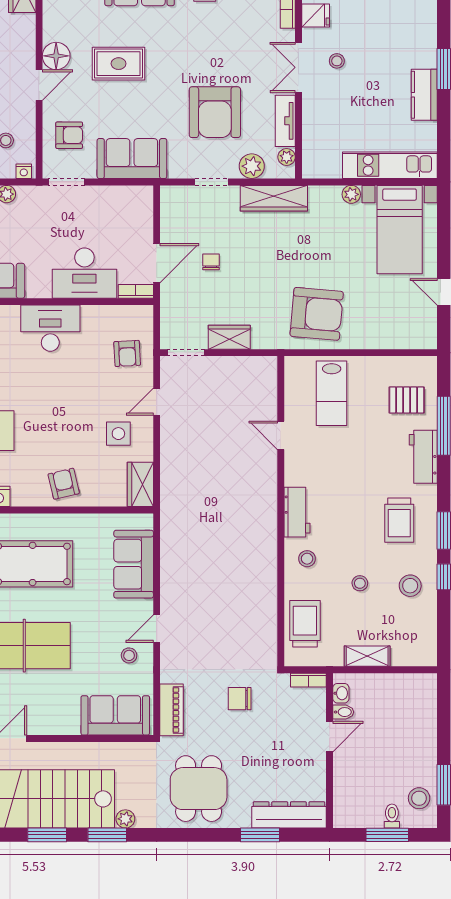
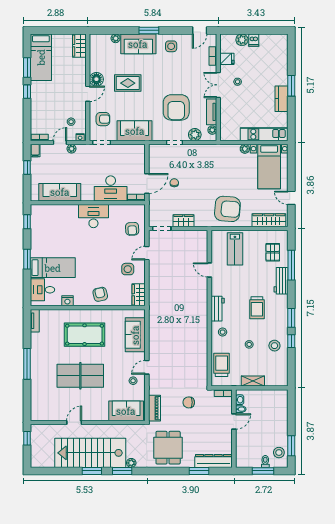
wardrobe: (274, 198) -> (269, 220), moved, turned 180
pallet: (407, 400) -> (273, 252), turned 90
trolley: (399, 520) -> (257, 308), moved

